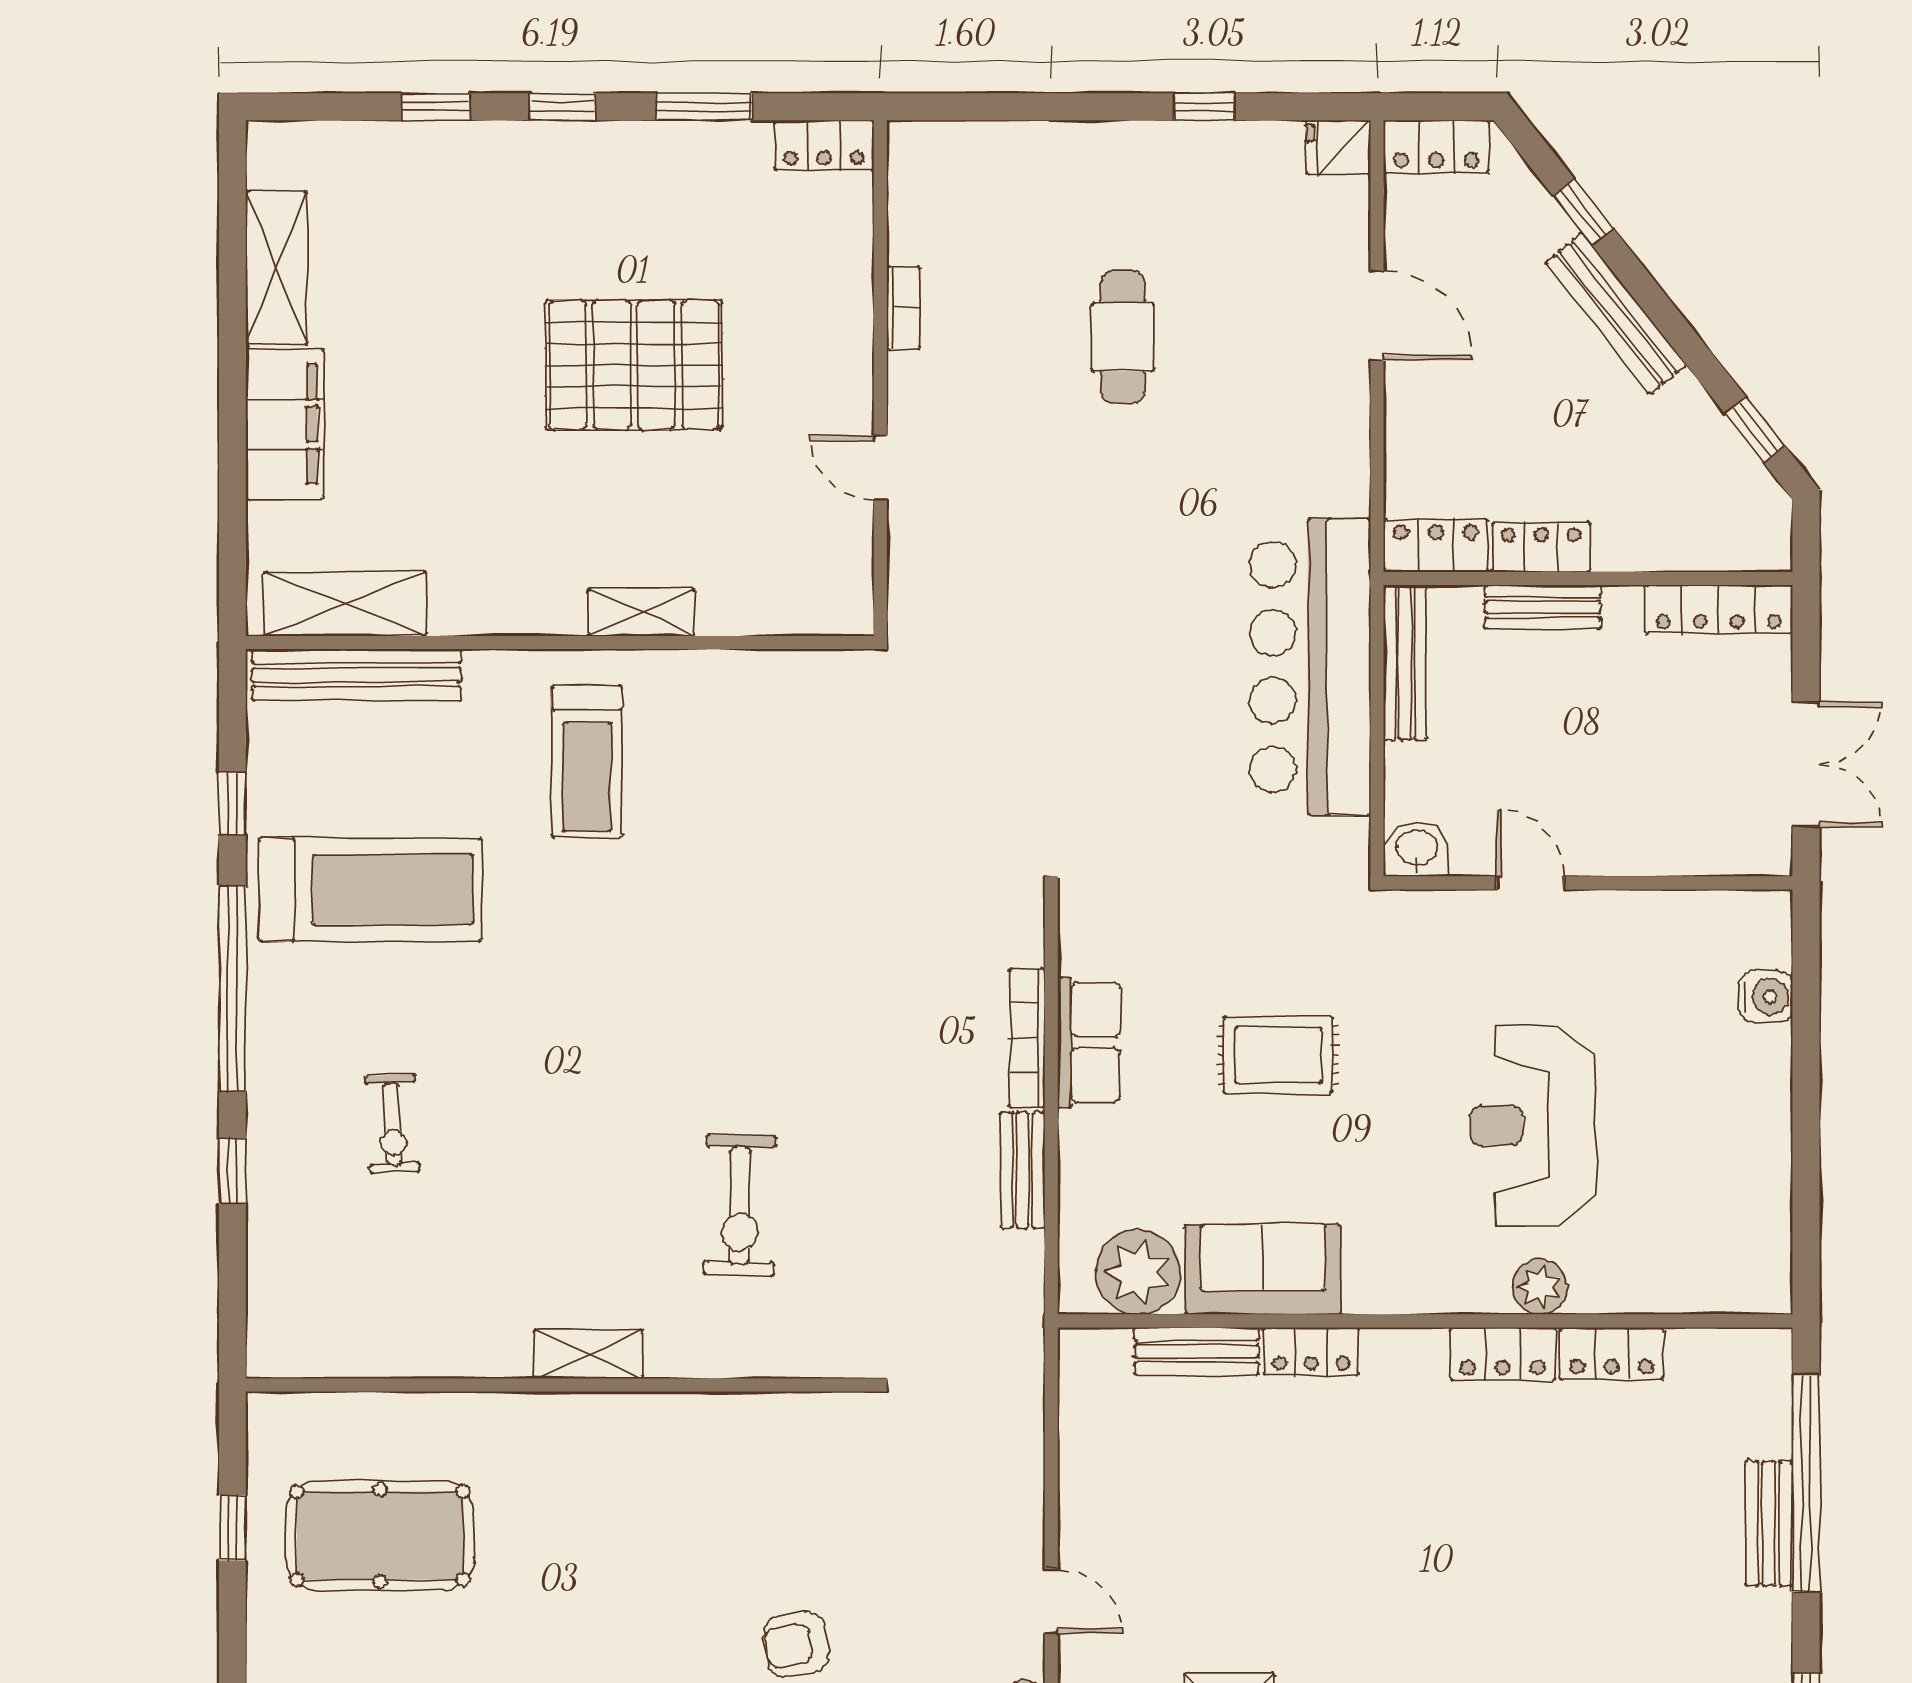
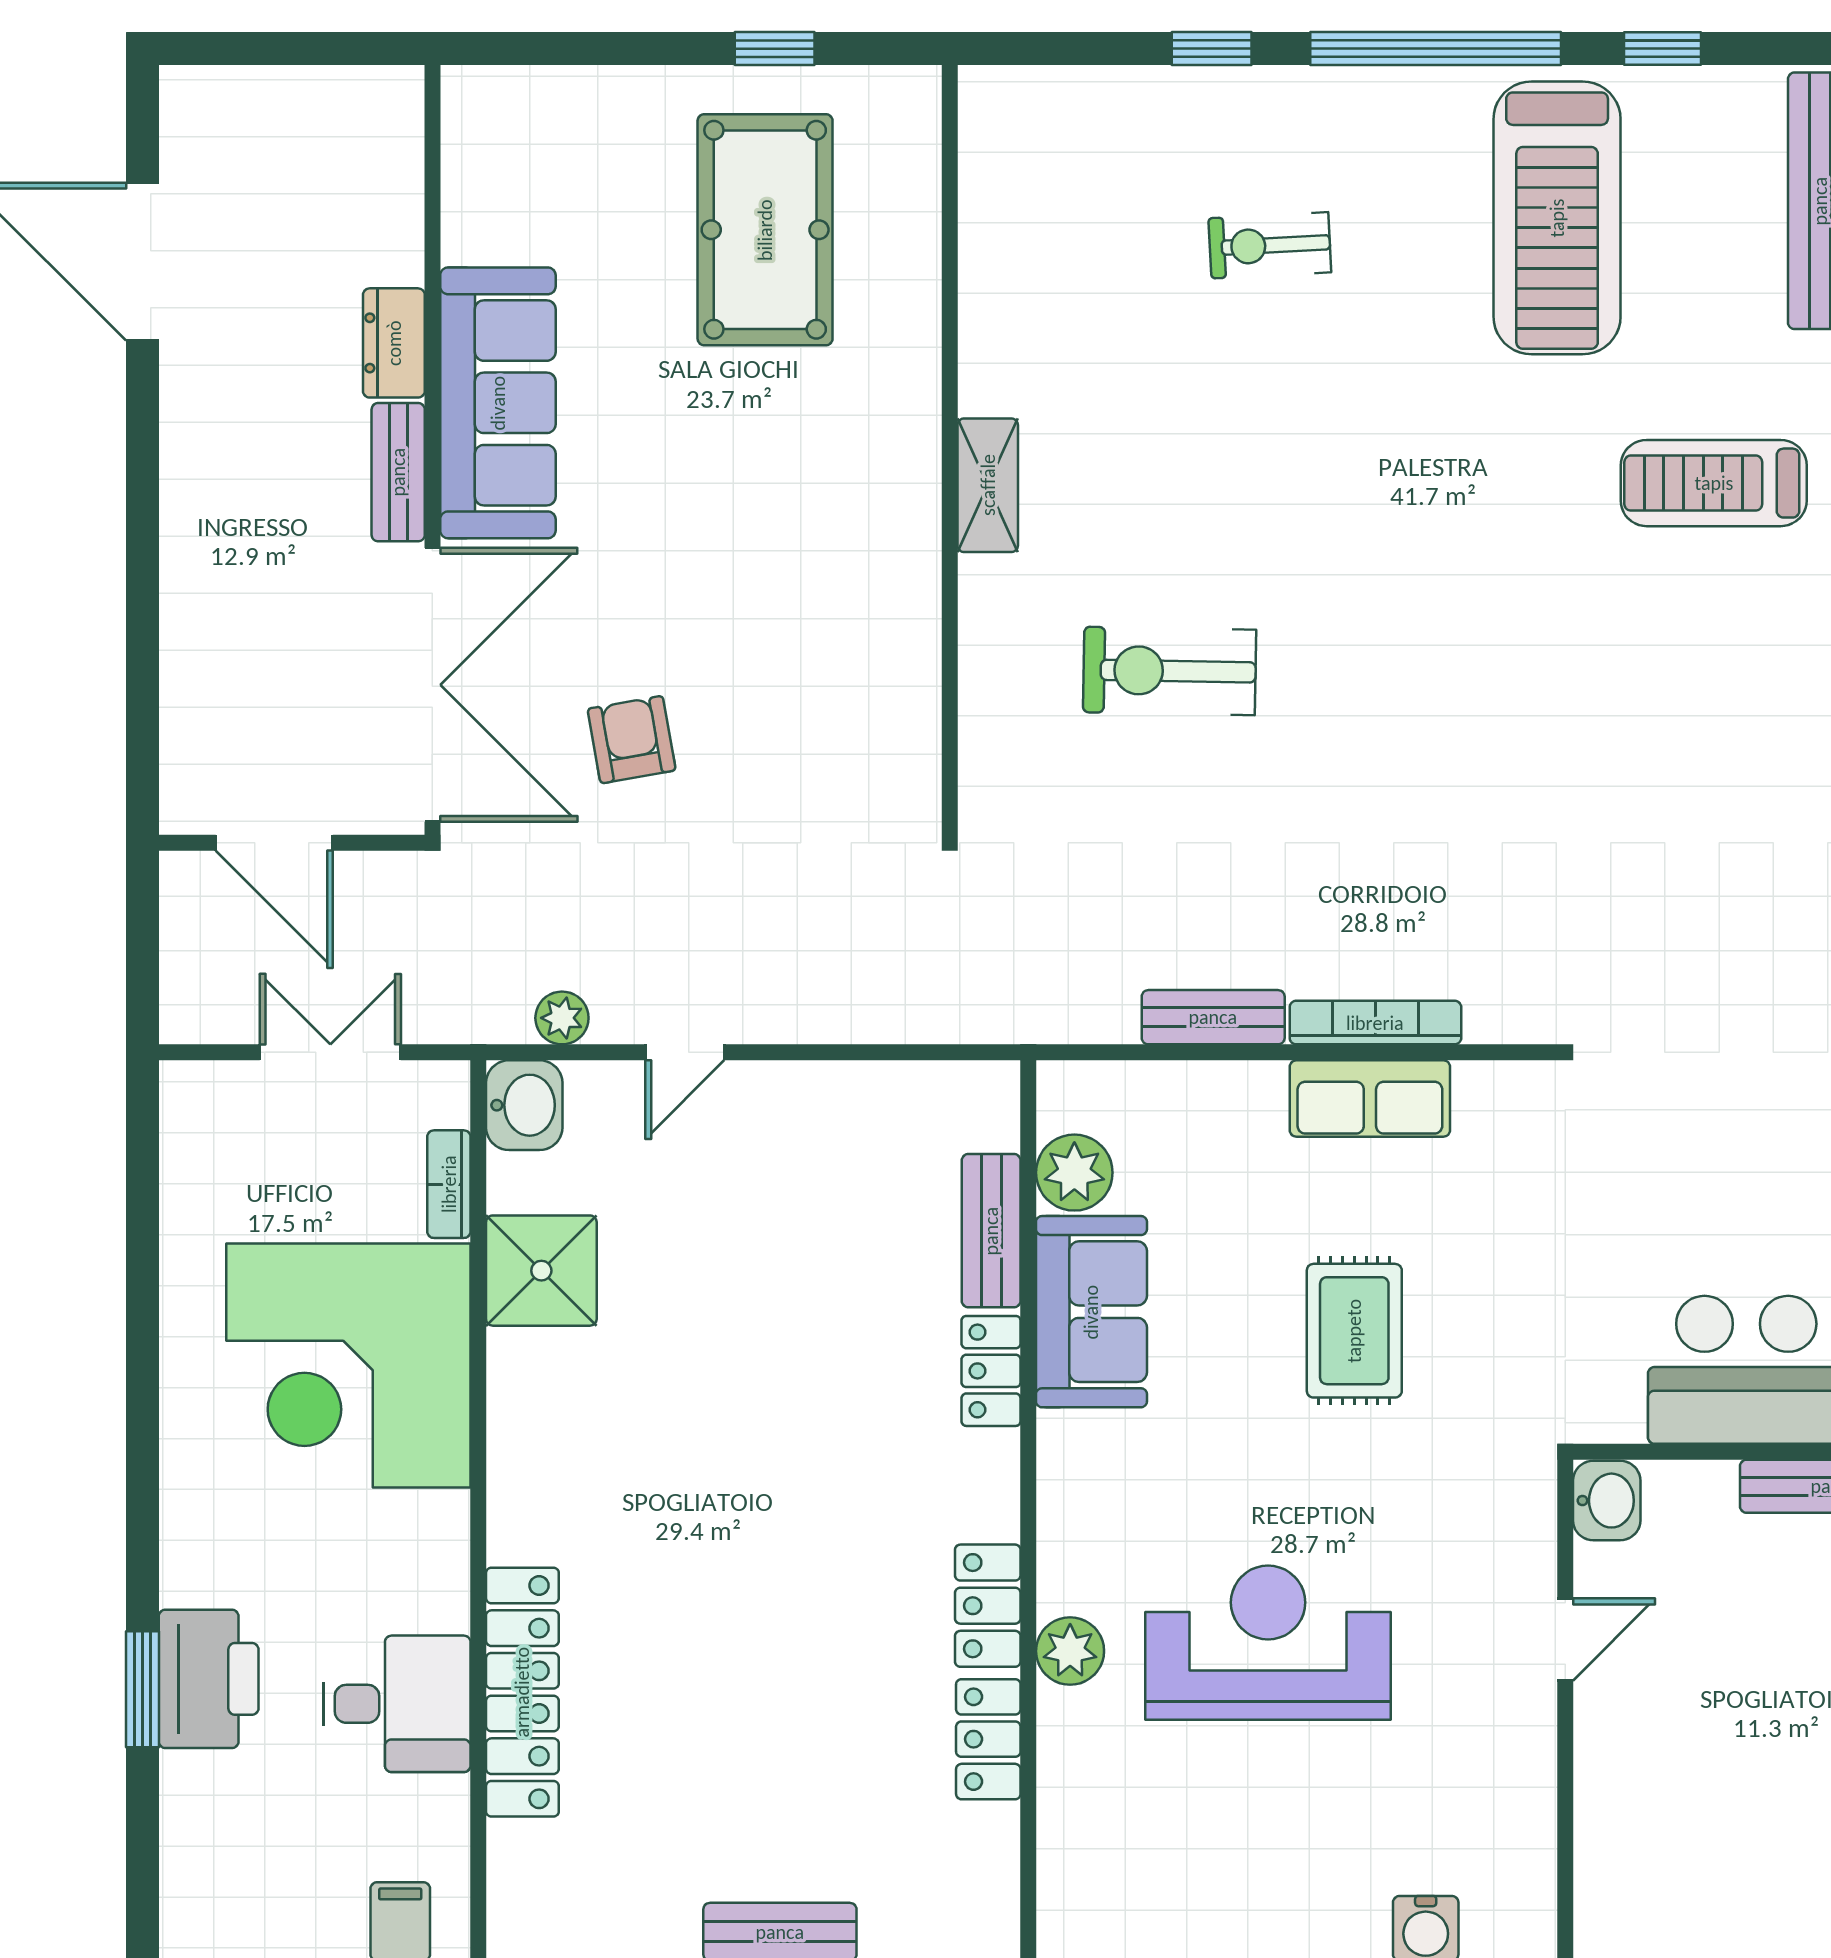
plant: (1138, 1272) -> (1074, 1173), width x0.73, depth x0.73

